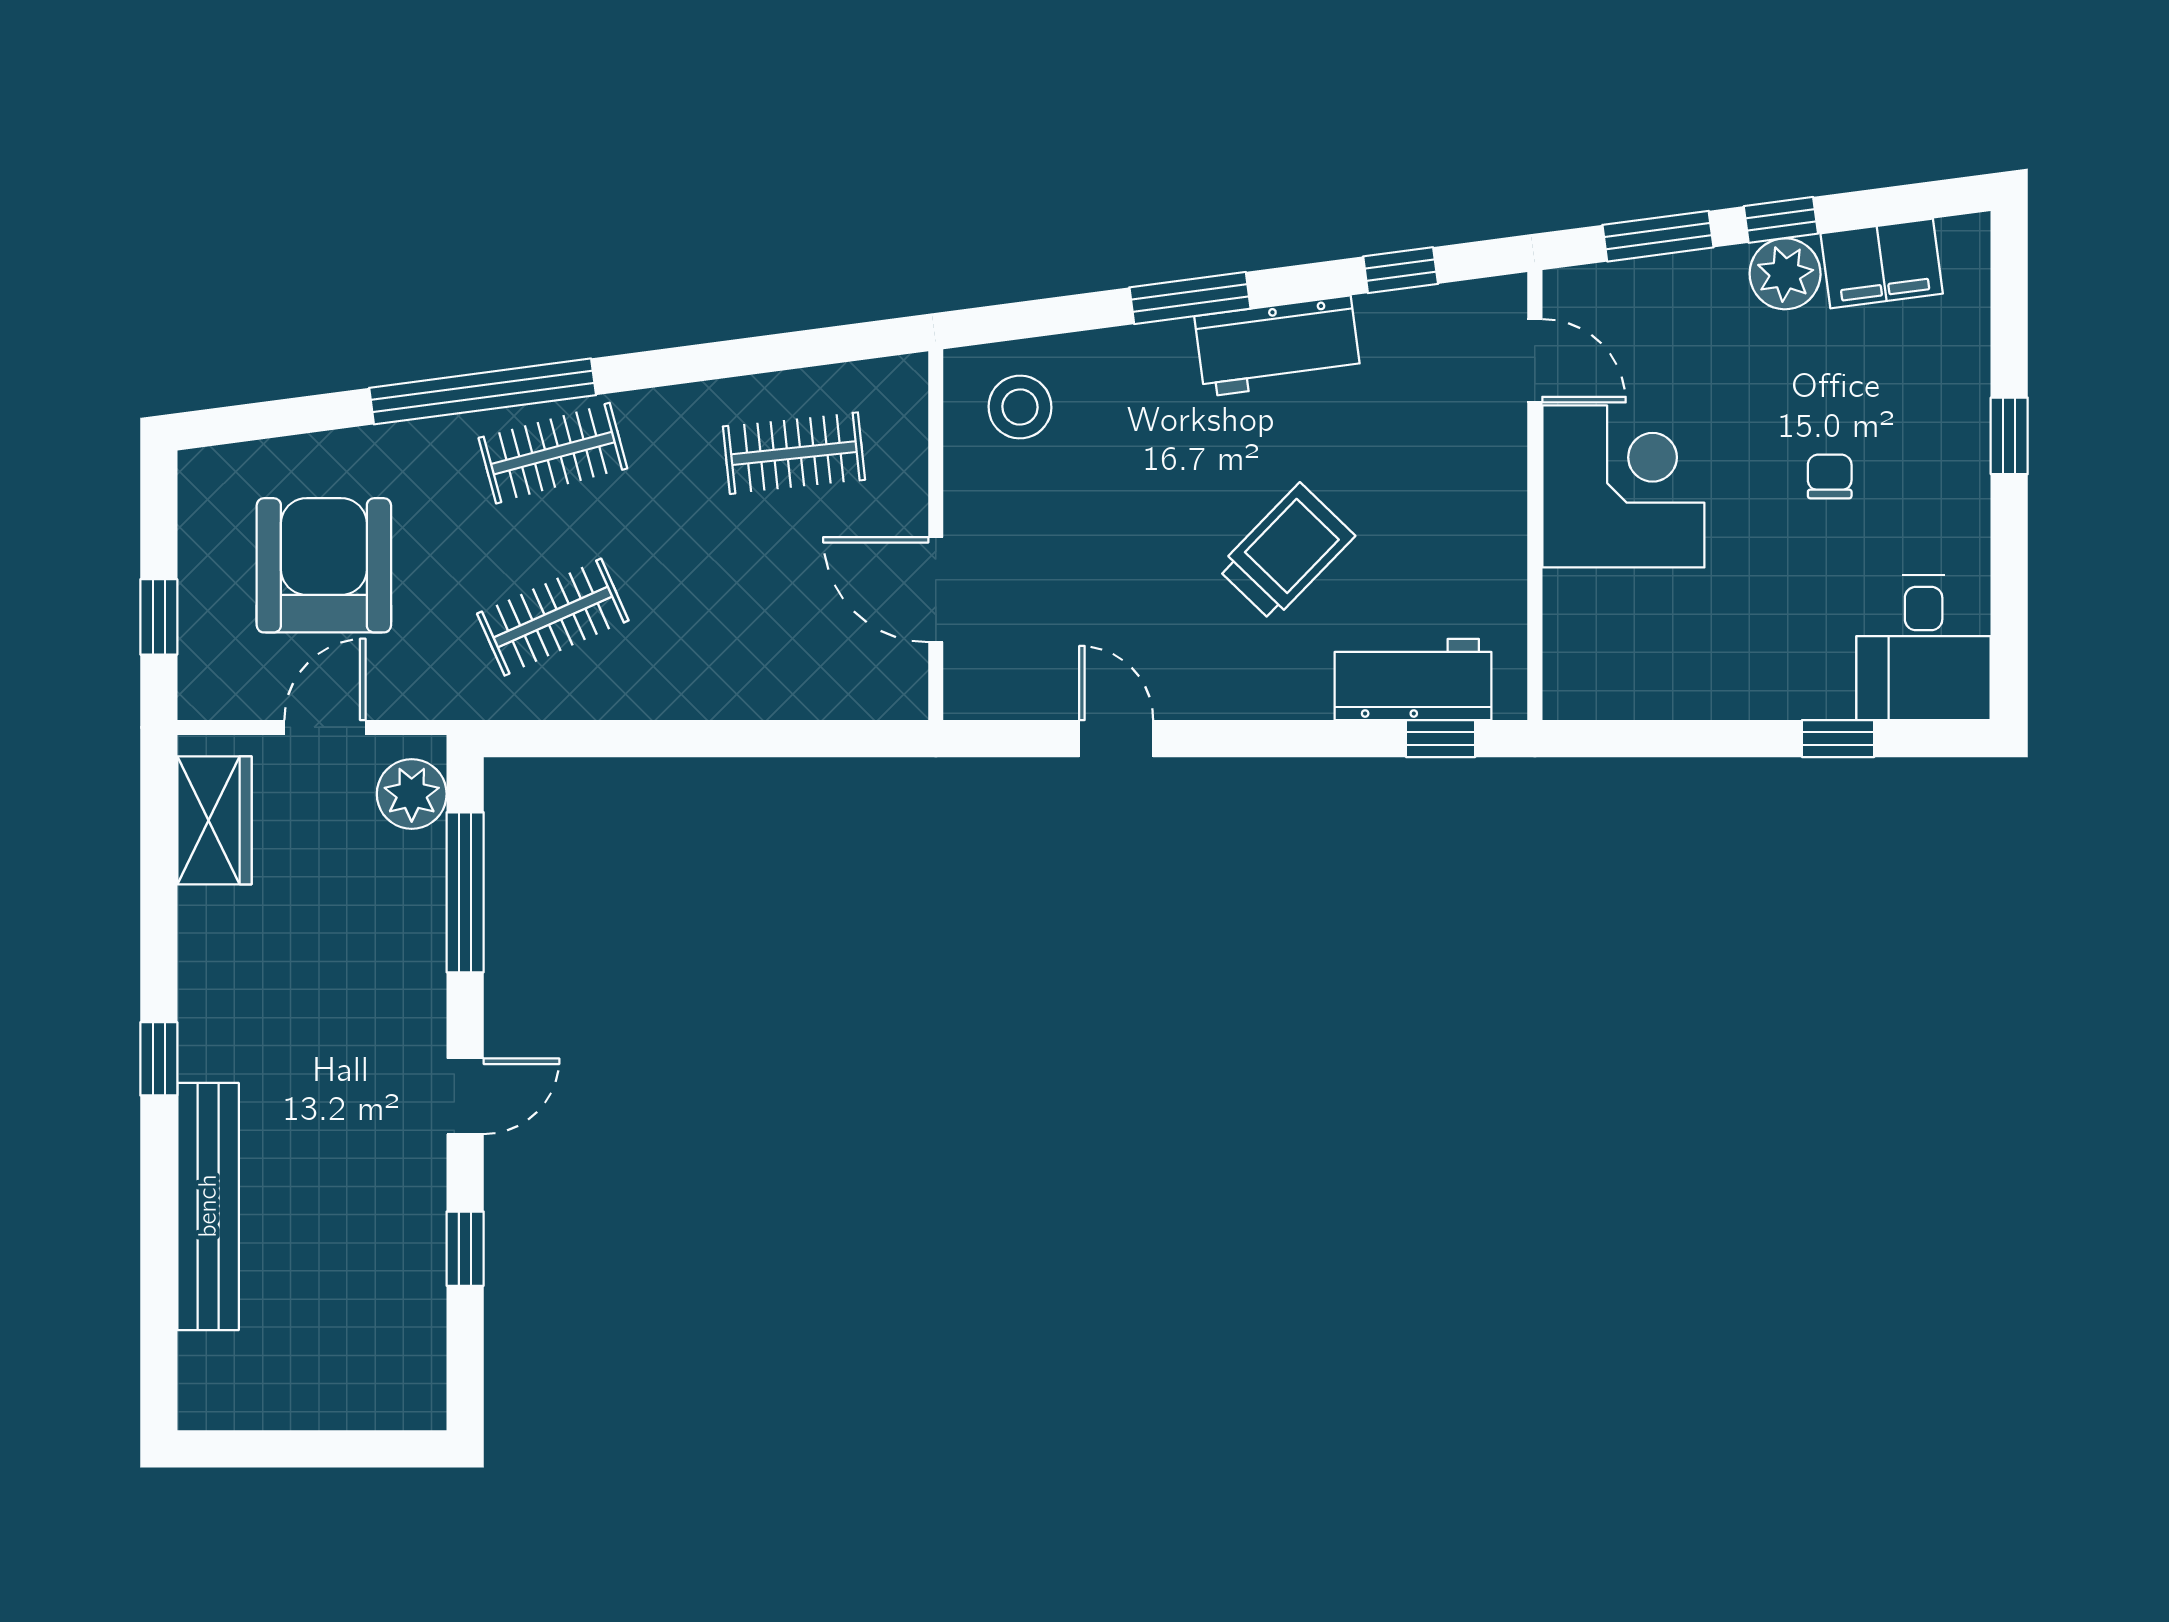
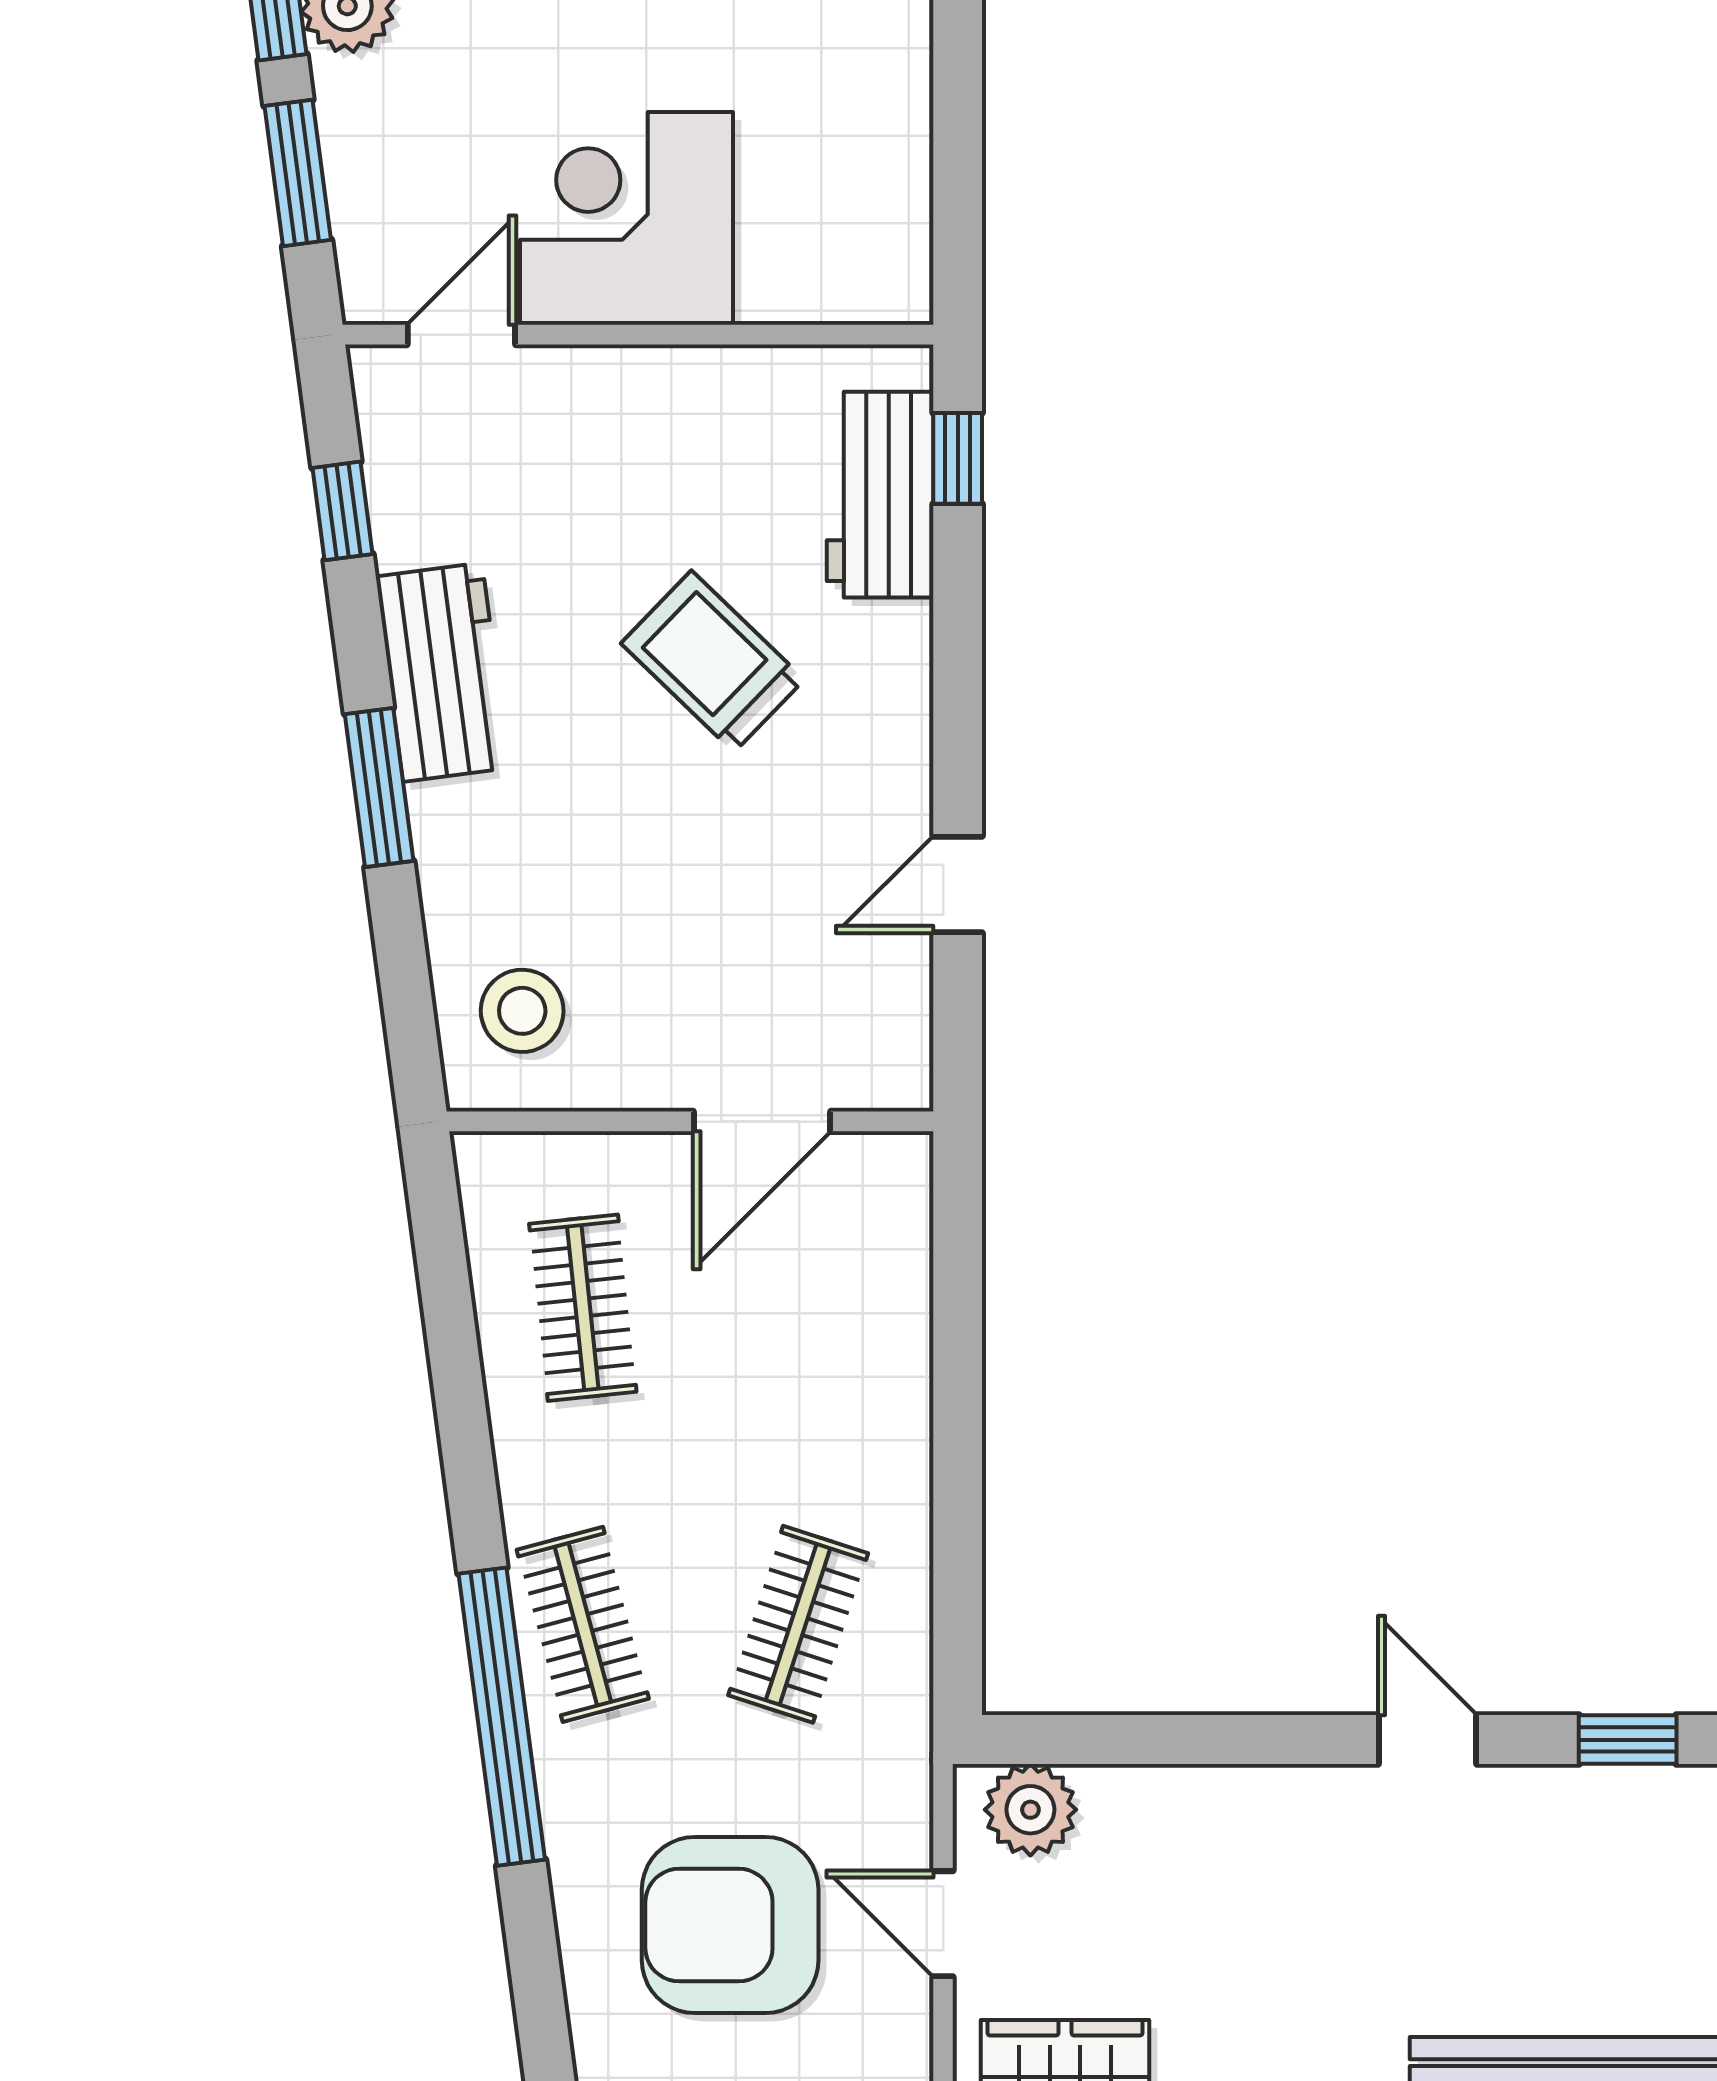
clothes rail: (553, 617) -> (798, 1624), turned 42
window: (465, 892) -> (1160, 1740), removed

